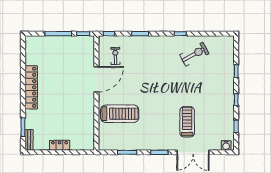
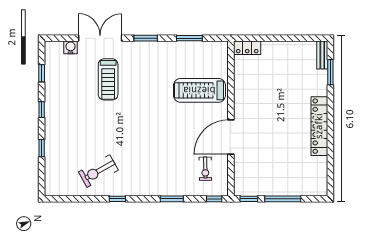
locker: (60, 145) -> (247, 48), moved
water cooler: (226, 145) -> (71, 47), moved

